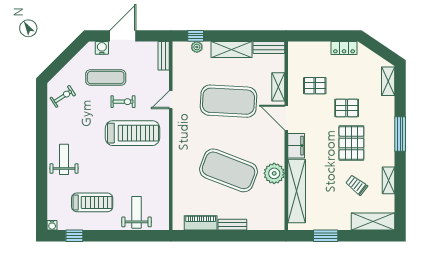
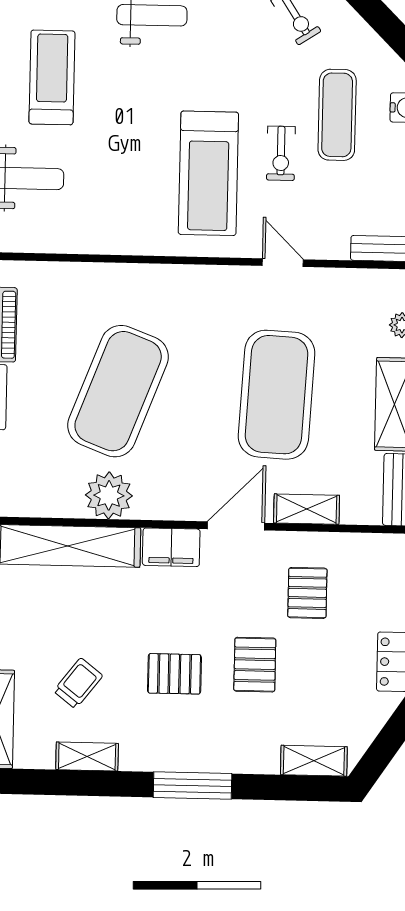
pallet: (351, 143) -> (174, 674), width x0.67, depth x0.71
treadmill: (92, 202) -> (52, 77), turned 180

